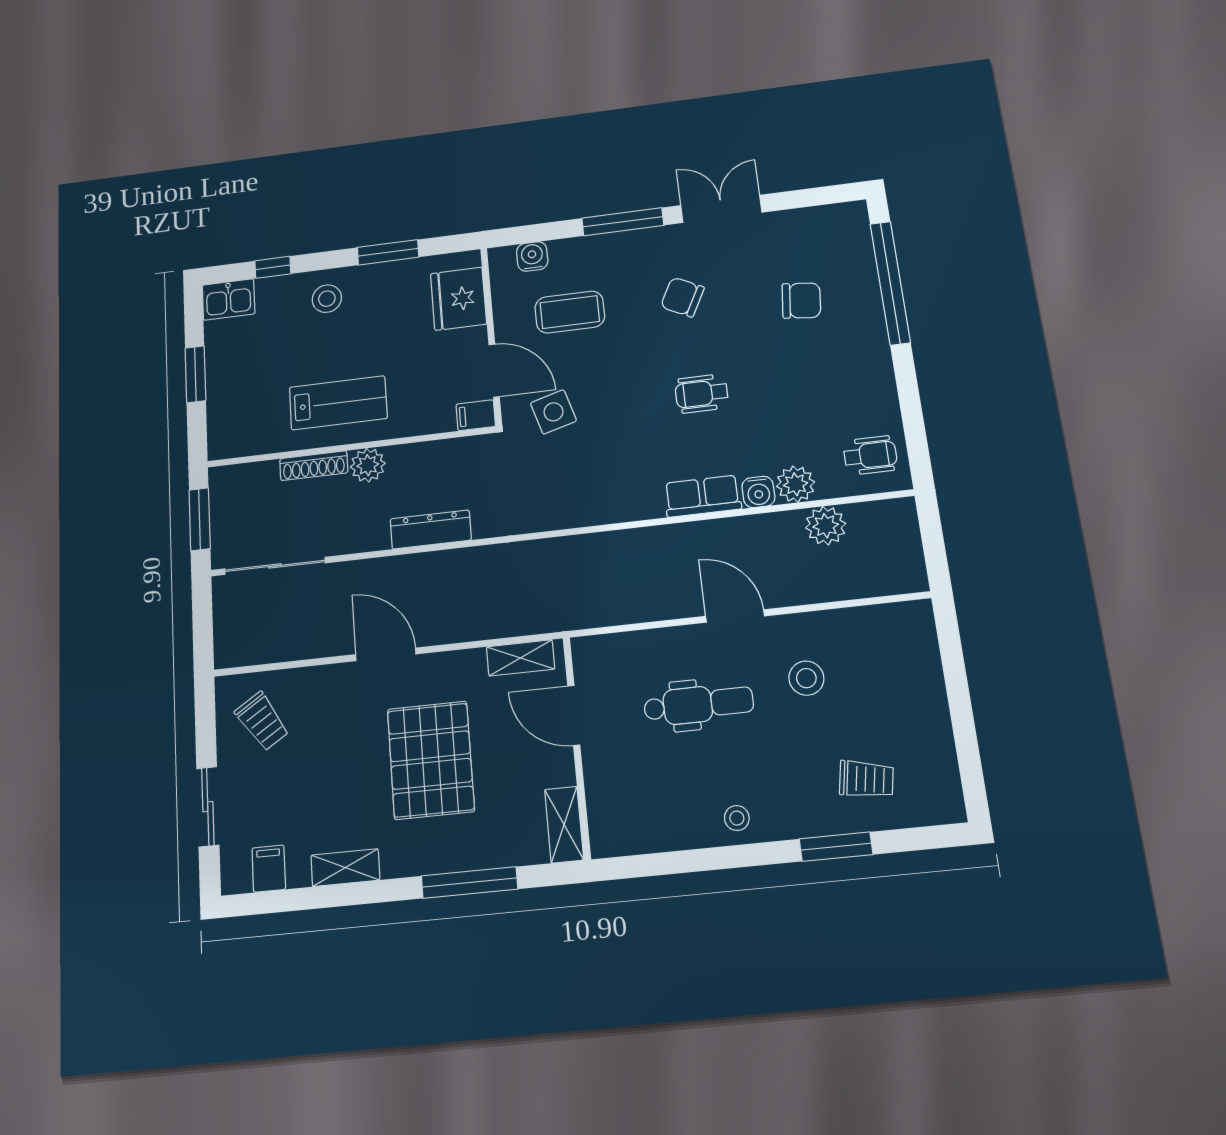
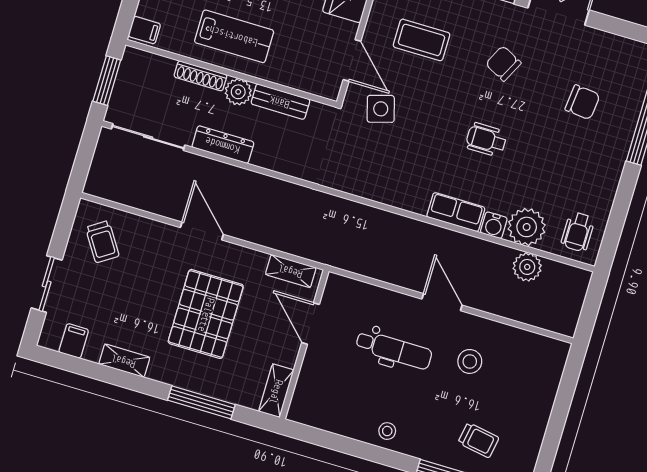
filing cabinet: (476, 415) -> (144, 30), moved, turned 180
bench: (425, 455) -> (280, 102), added
wheelchair: (870, 455) -> (578, 232), turned 90
plant: (796, 484) -> (527, 227), width x1.36, depth x1.36
dresser: (431, 529) -> (223, 145), moved

